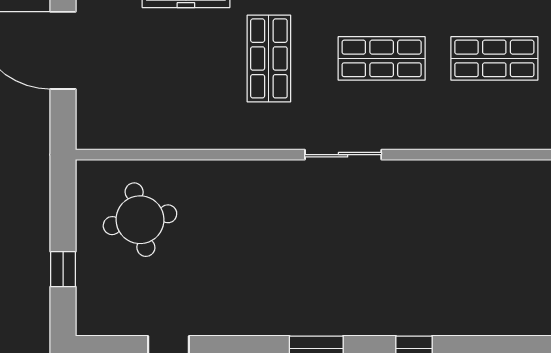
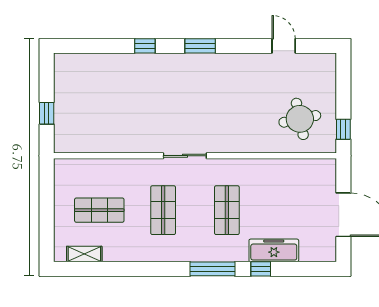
shop shelf: (382, 58) -> (163, 210), turned 90
window: (63, 269) -> (343, 129), moved

